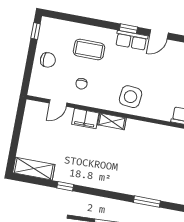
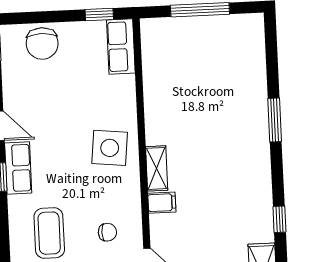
filing cabinet: (85, 119) -> (162, 203), width x0.50
window: (147, 202) -> (275, 120), moved

